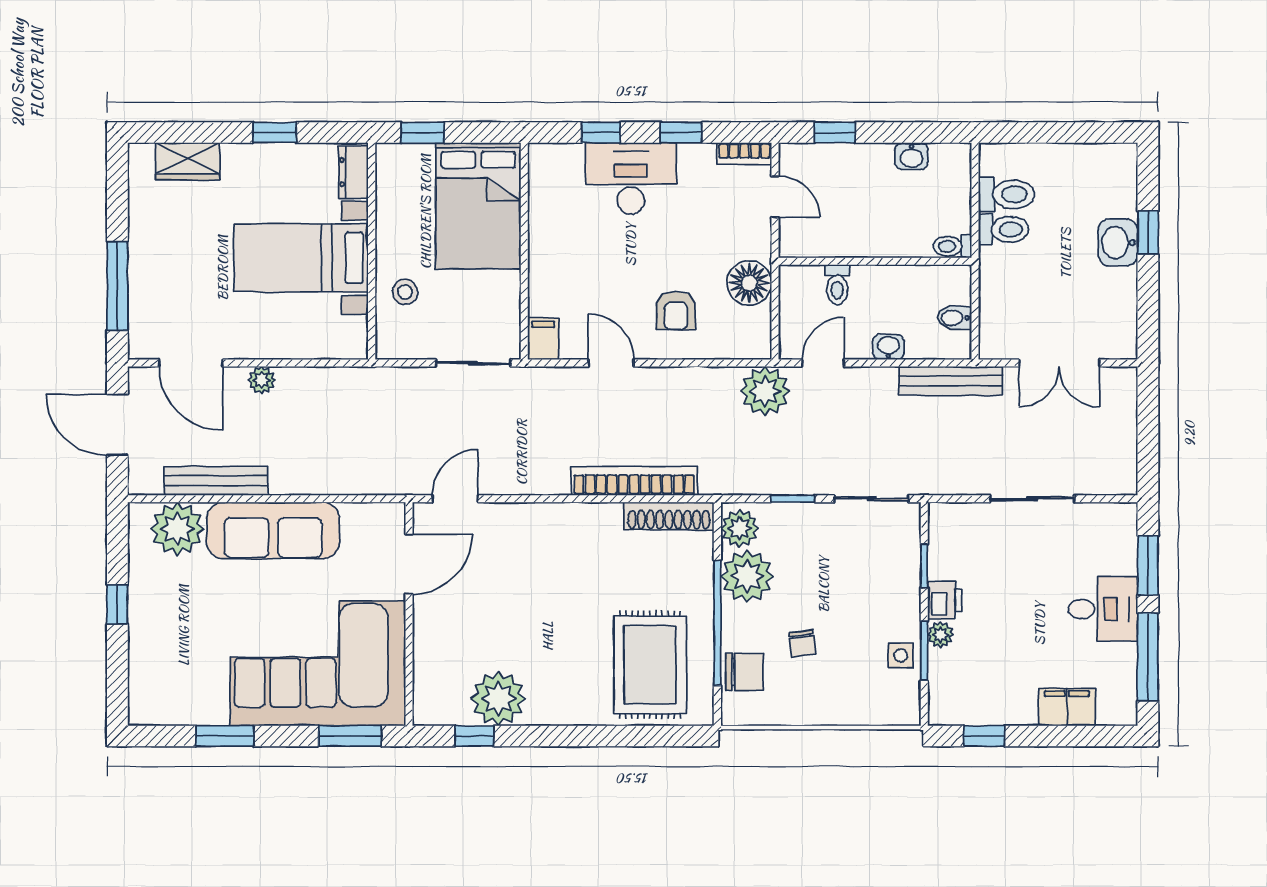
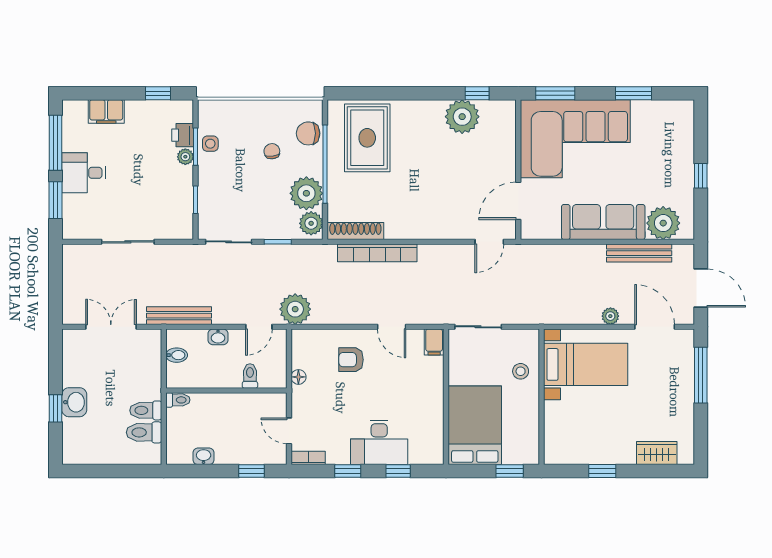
dresser: (353, 172) -> (553, 446), removed
bed with nightstands: (301, 258) -> (586, 364), moved
floor lamp: (749, 283) -> (298, 377), width x0.53, depth x0.53
armchair: (676, 311) -> (351, 360), turned -90
printer: (945, 600) -> (183, 135), moved

